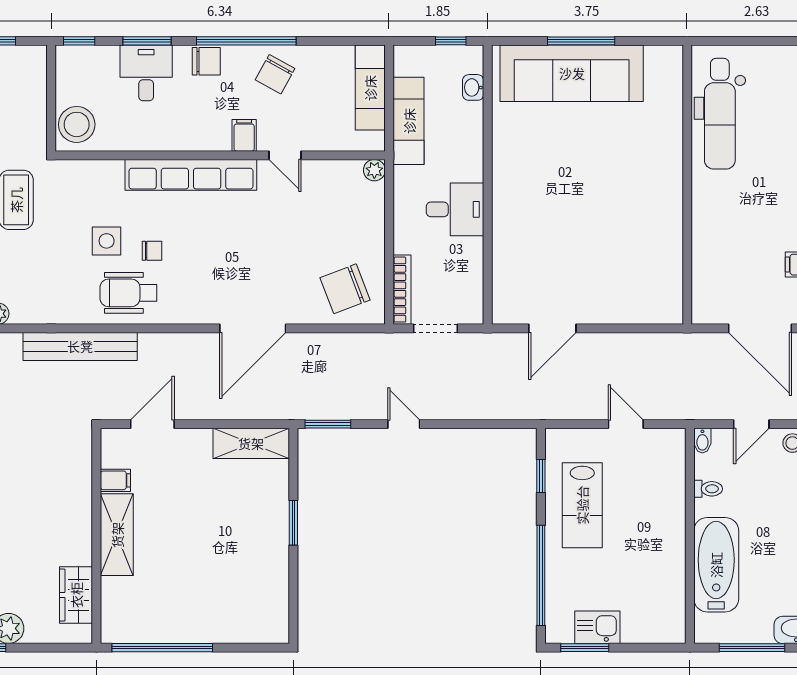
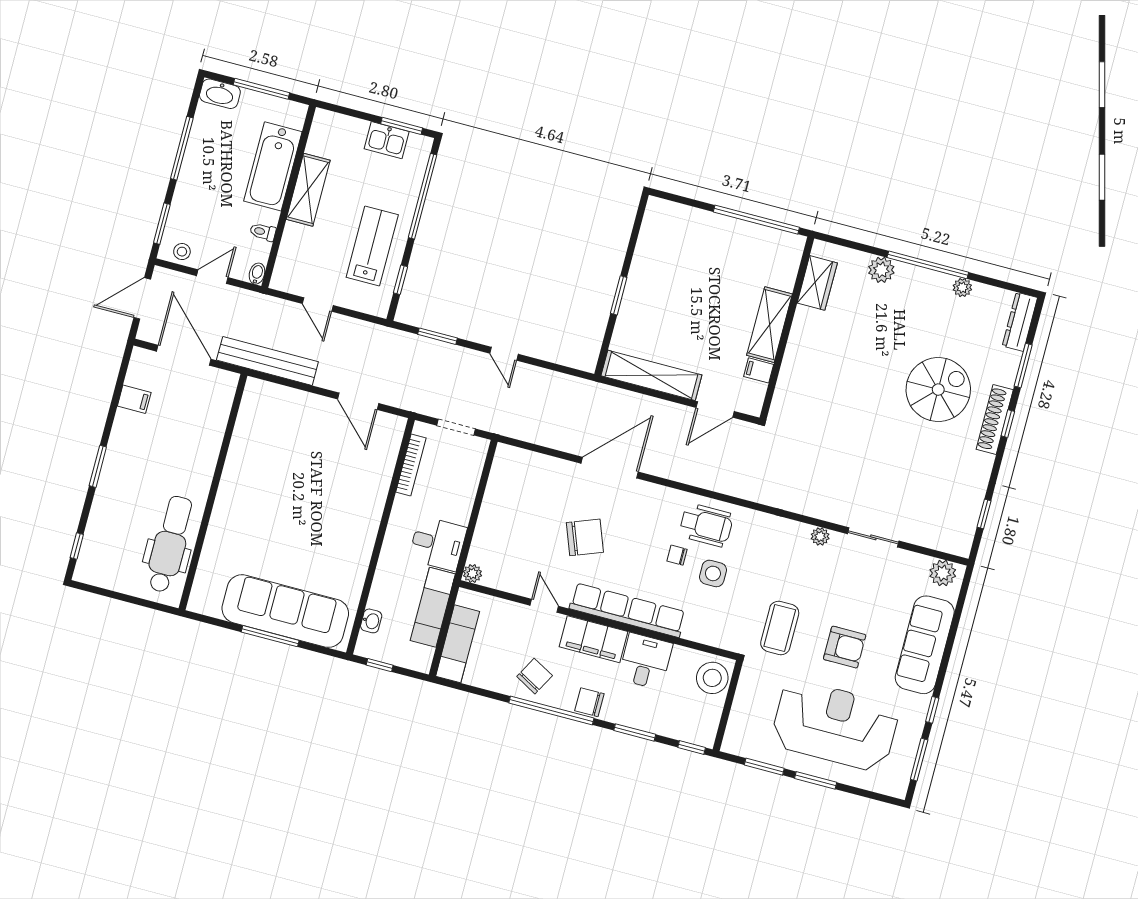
desk: (146, 73) -> (645, 661), moved, turned 180
filing cabinet: (244, 135) -> (594, 639), width x3.00, depth x1.17
desk: (455, 209) -> (438, 544), moved, turned 180
chair: (345, 289) -> (585, 537), moved
bookcase: (402, 290) -> (411, 465), moved, turned 180
door: (552, 328) -> (358, 401), swing flipped
bench: (80, 346) -> (267, 361), moved
window: (328, 424) -> (437, 336), moved
shelving: (251, 443) -> (651, 375), width x1.47
shelving: (670, 549) -> (308, 190), added

